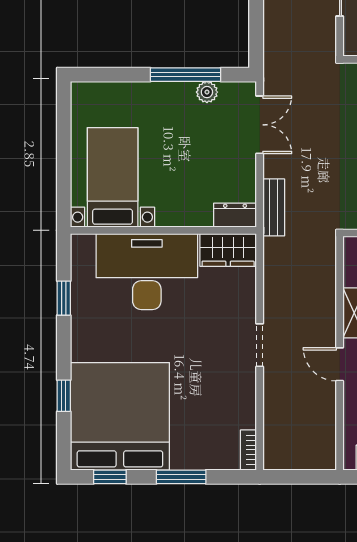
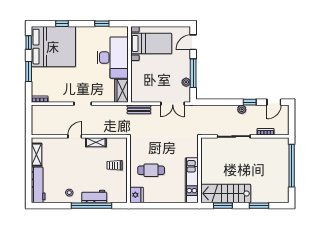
door: (110, 75) -> (193, 42), added
dresser: (235, 215) -> (136, 94), removed

